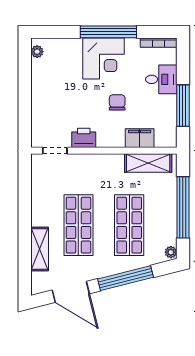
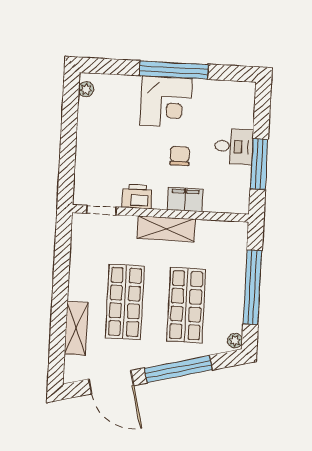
bookcase: (159, 43) -> (234, 86), removed
desk: (161, 79) -> (234, 146), moved
filing cabinet: (140, 138) -> (185, 199), moved
shelving: (148, 163) -> (166, 229), moved

